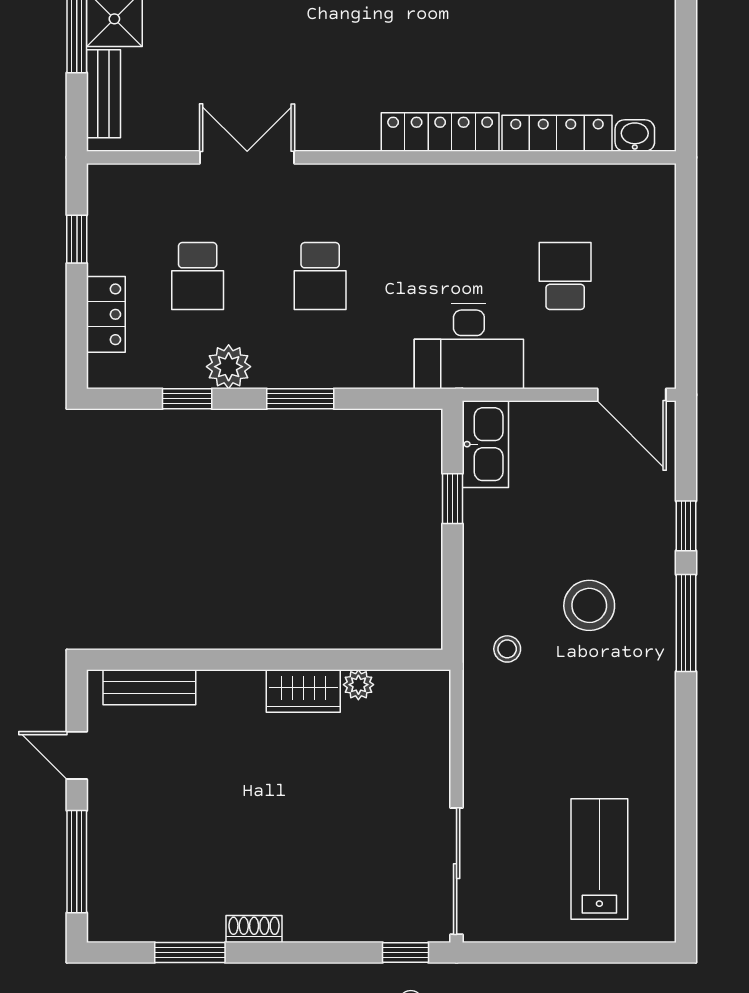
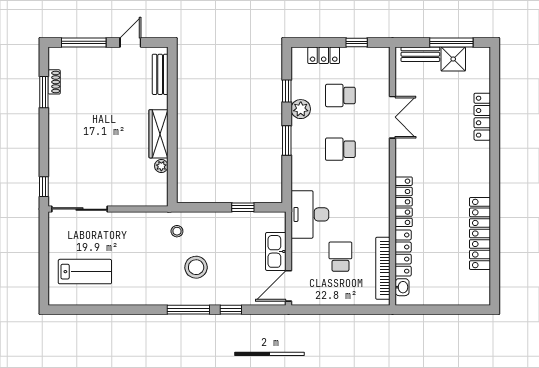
bookcase: (592, 179) -> (383, 268), added
school desk: (565, 276) -> (340, 257), turned -90
kitchen sink: (485, 444) -> (276, 251), moved, turned 90
wardrobe: (303, 691) -> (159, 134), width x1.50
shoe rack: (254, 929) -> (54, 82), moved

